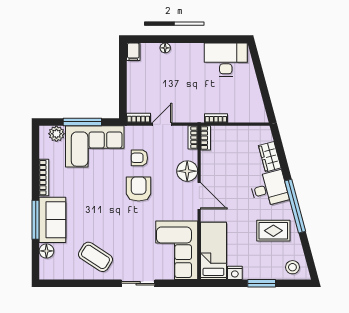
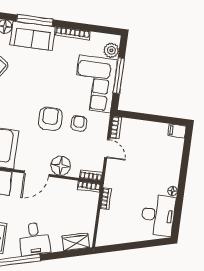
floor lamp: (165, 48) -> (173, 191), moved
wardrobe: (270, 157) -> (76, 242), moved
armchair: (139, 189) -> (50, 119), turned -90

